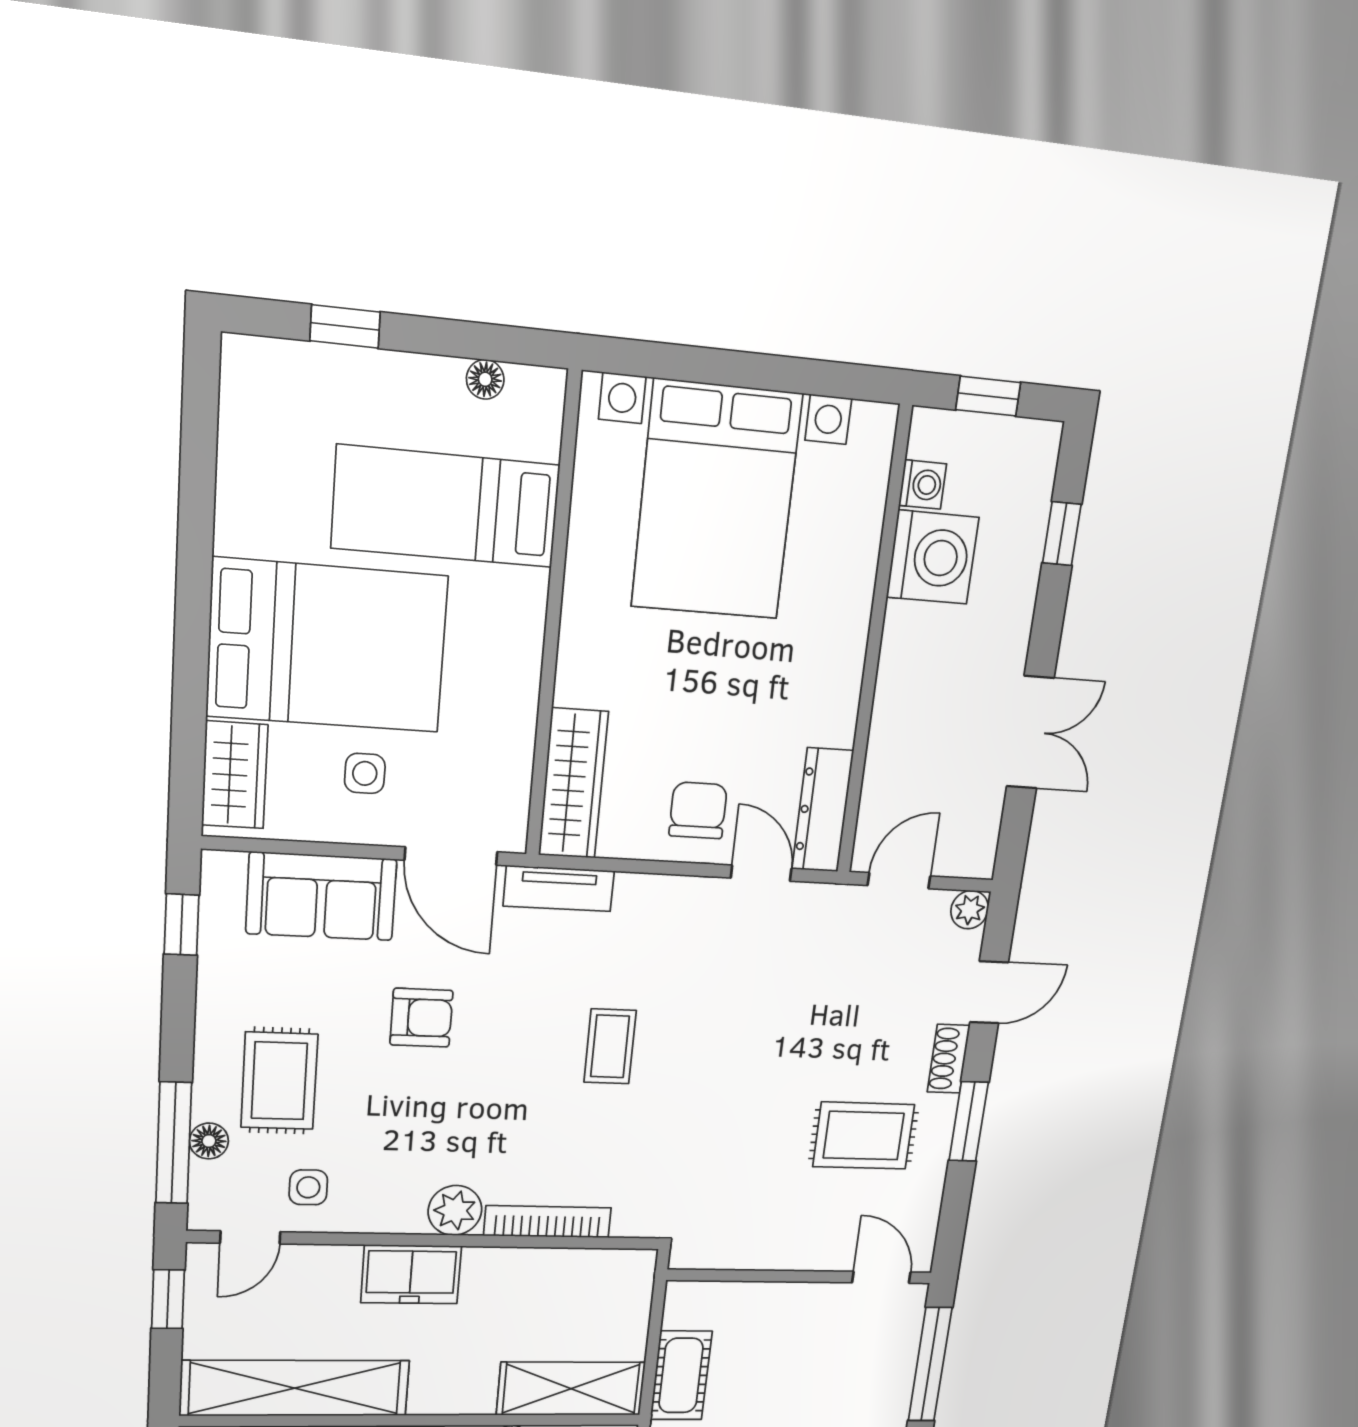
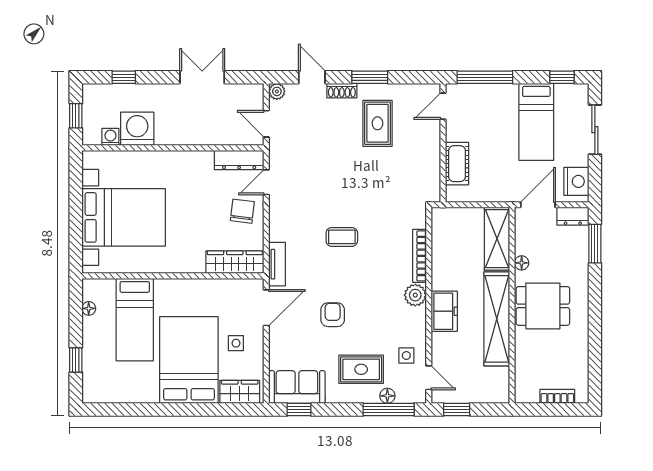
chair: (698, 810) -> (242, 211), turned 97
sofa: (321, 896) -> (297, 387), moved, turned -90
cot: (681, 1375) -> (457, 164), moved, turned 90
shelving: (295, 1388) -> (497, 319), moved

